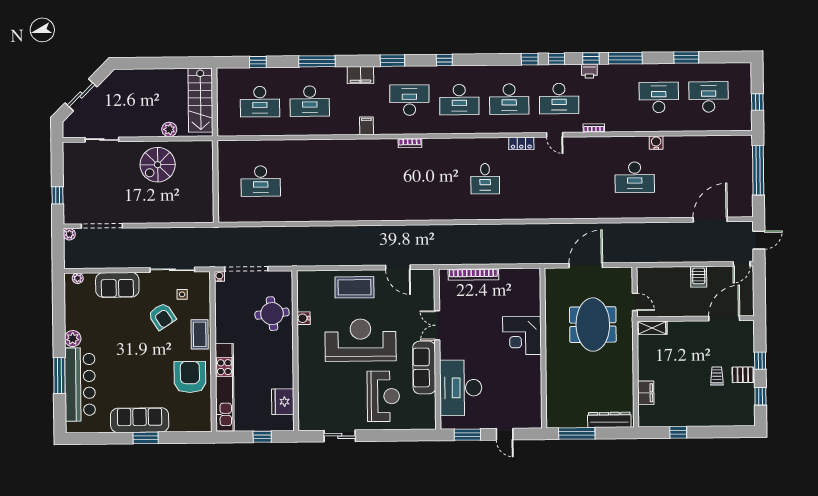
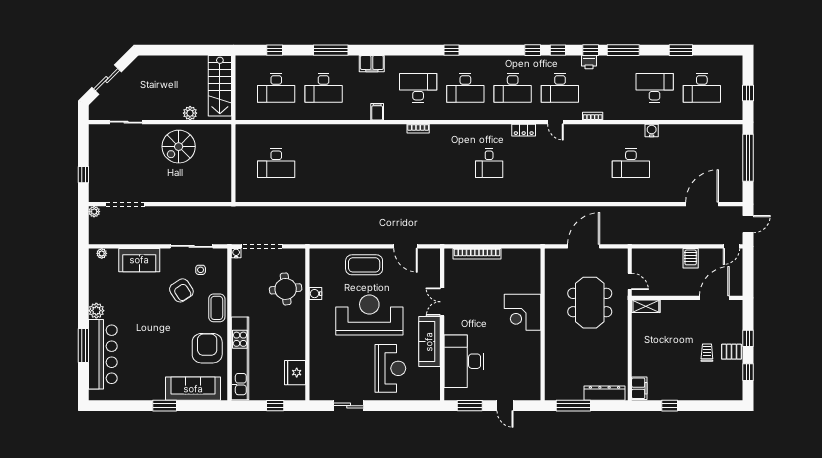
window: (392, 61) -> (402, 50), removed
desk: (709, 97) -> (702, 88), turned 180
filing cabinet: (646, 393) -> (639, 388), moved
sofa: (140, 420) -> (193, 389), moved

